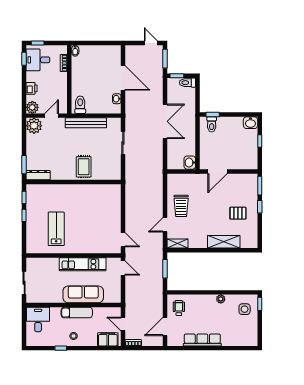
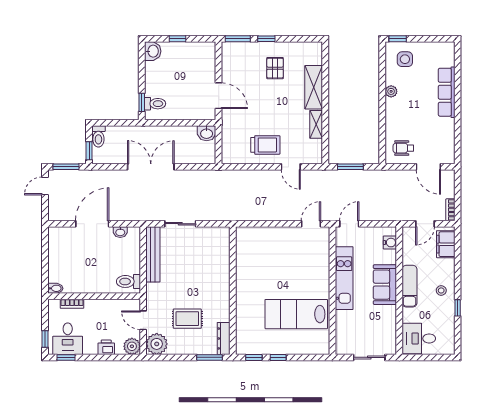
bench: (86, 123) -> (153, 254), moved
rug: (84, 167) -> (187, 319), moved
lab bench: (56, 229) -> (296, 314), width x1.36, depth x1.39
shelving: (177, 244) -> (316, 124), moved
sofa: (83, 294) -> (385, 285), width x0.73
water cooler: (109, 298) -> (390, 243), added
row of seats: (202, 340) -> (447, 92), moved

